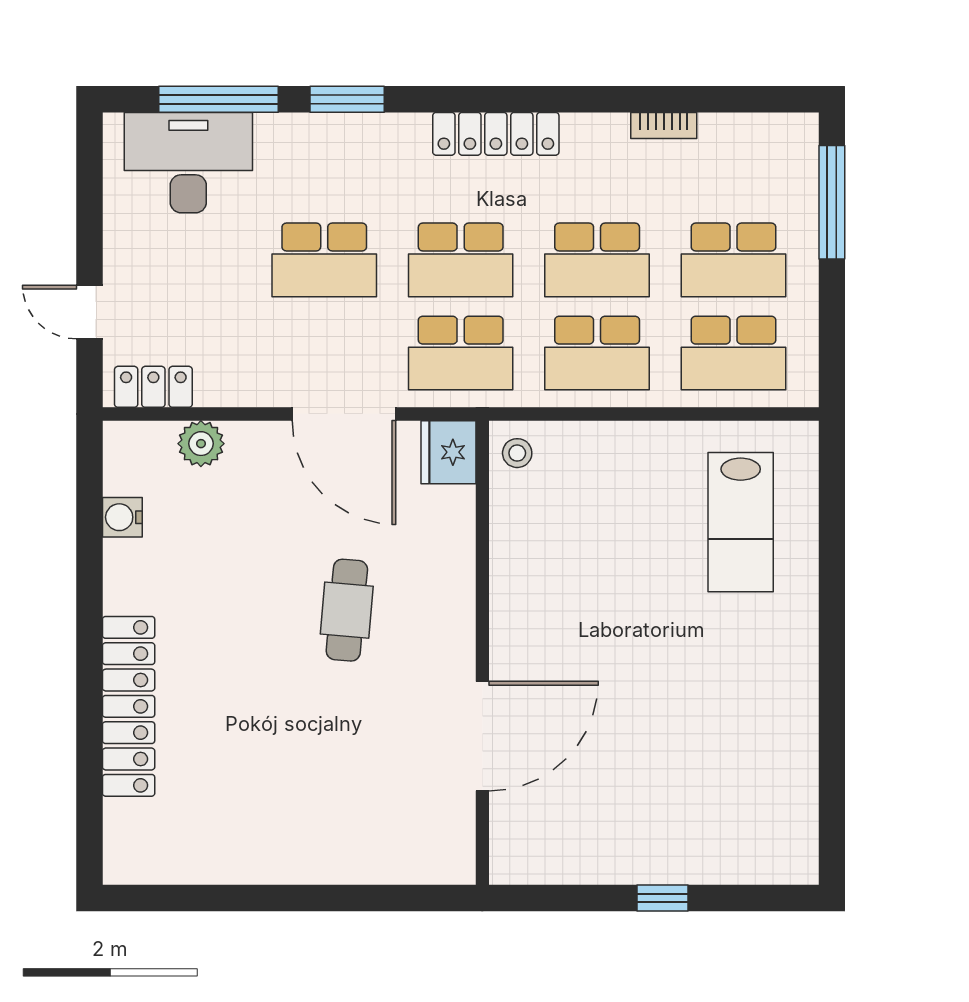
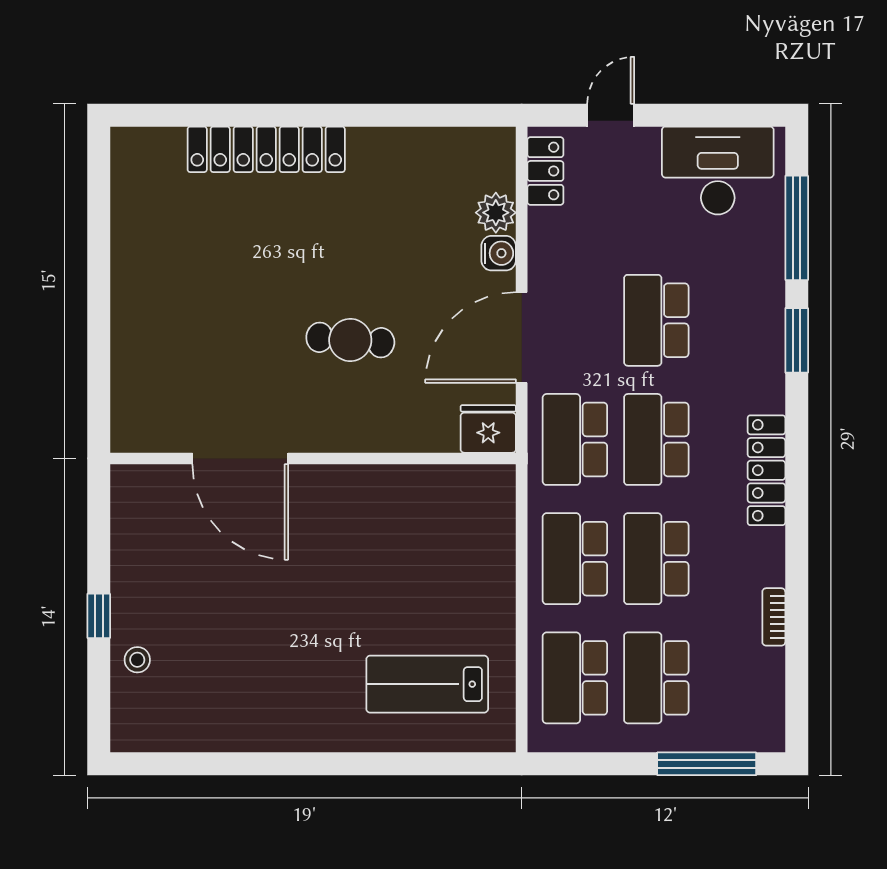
desk: (188, 163) -> (718, 171), moved, turned -90
stool: (517, 453) -> (137, 660), moved
water cooler: (122, 517) -> (499, 253), moved, turned 90

